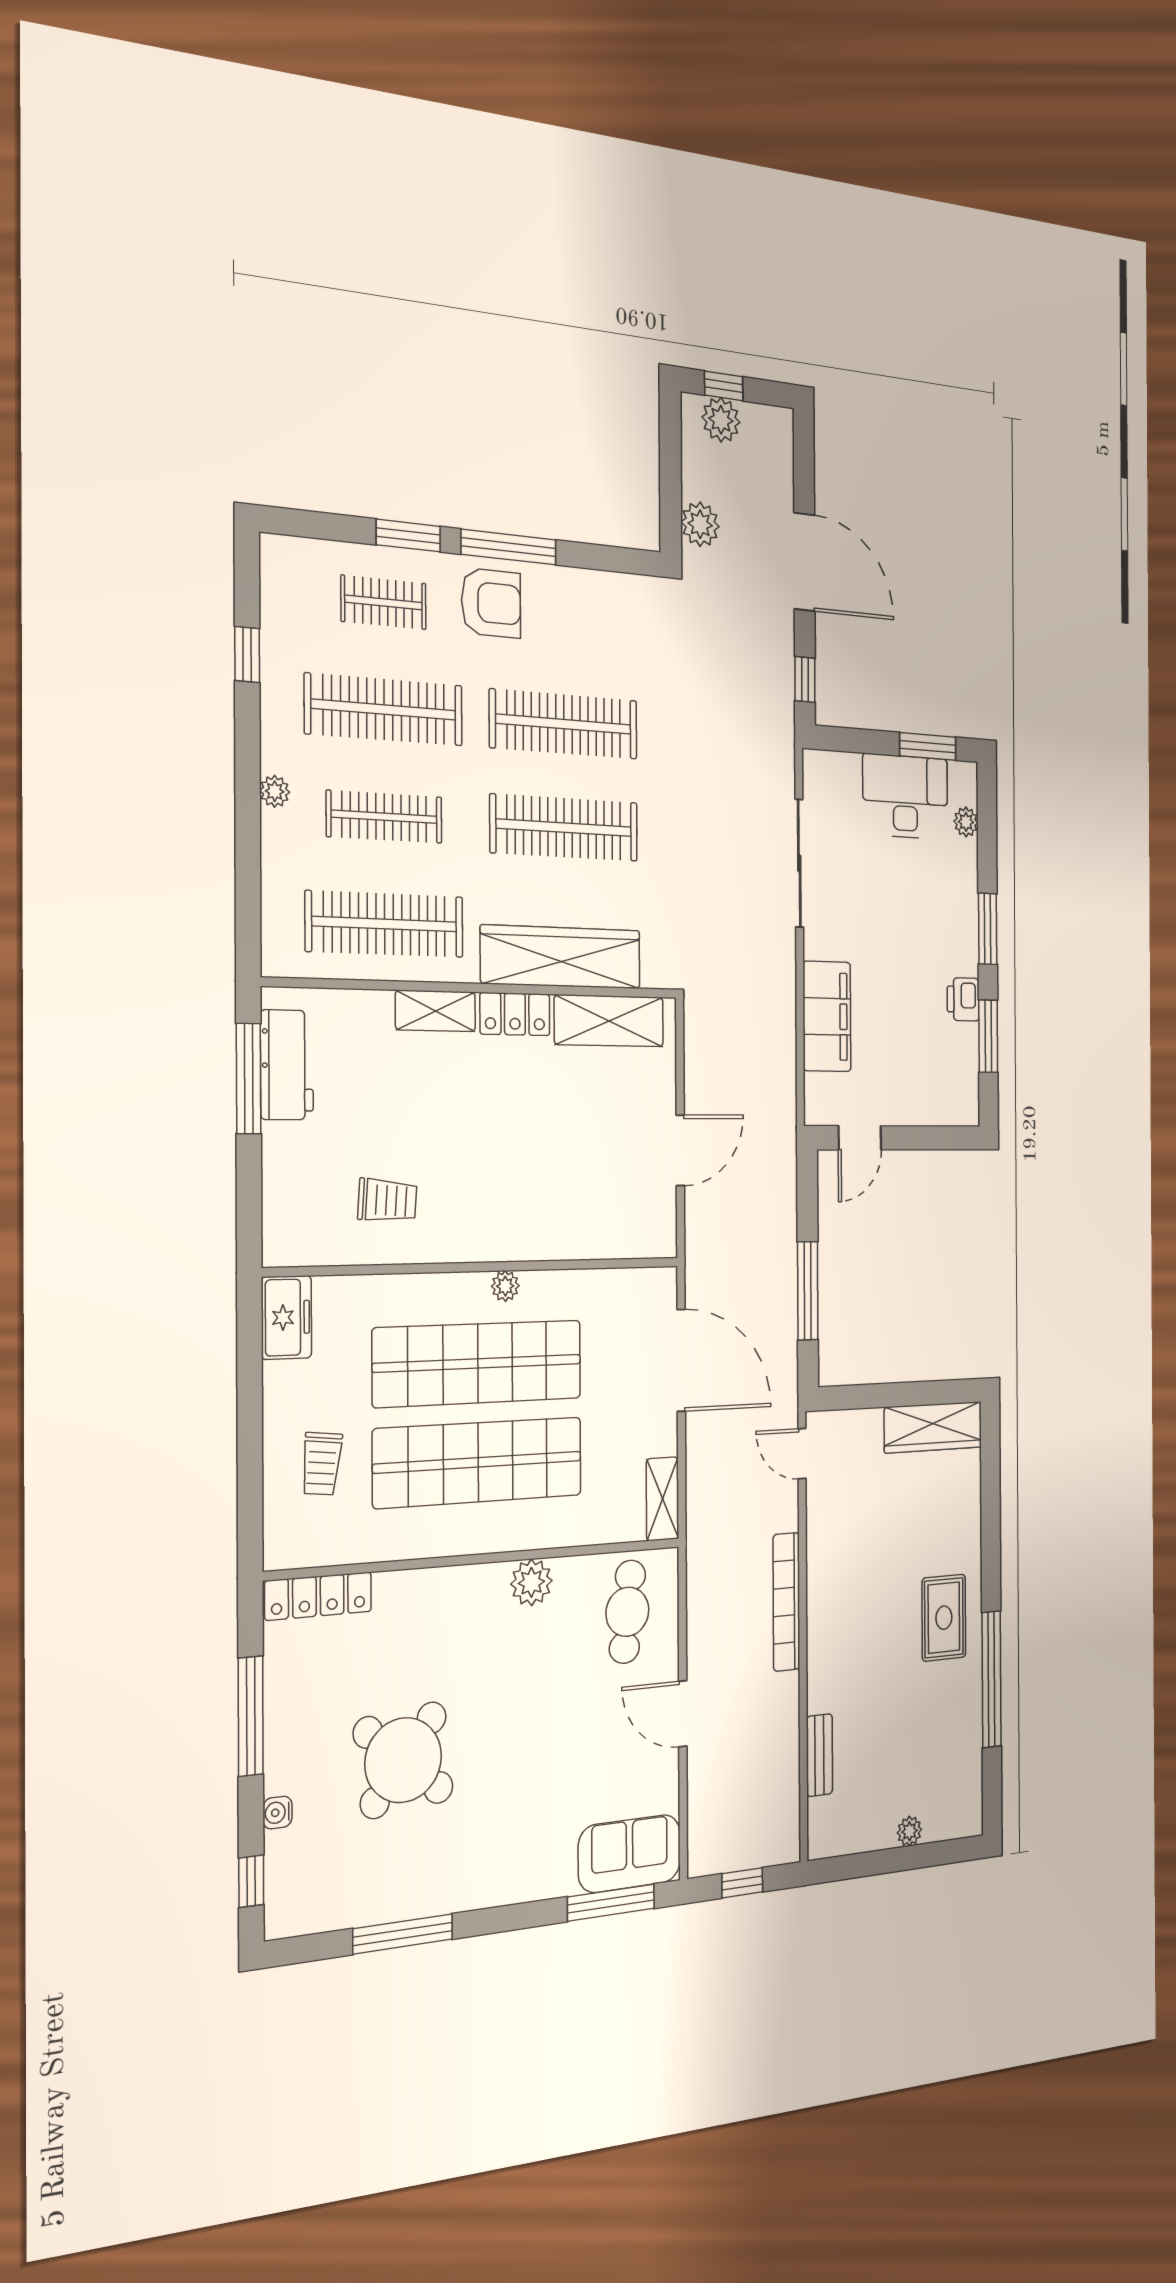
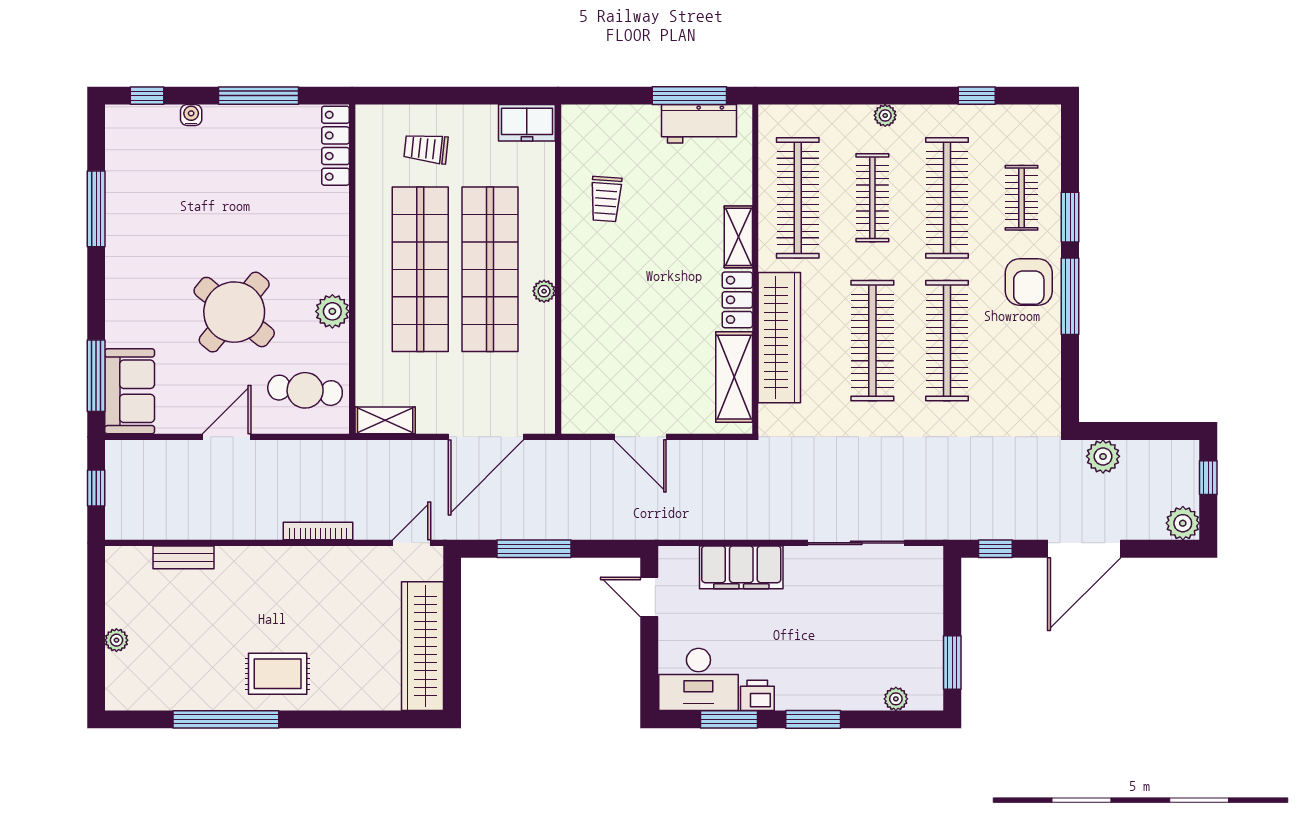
plant: (721, 420) -> (1183, 523), moved
desk: (905, 797) -> (698, 679), moved, turned 90
wardrobe: (933, 1427) -> (422, 646), width x1.40, depth x1.17
bookcase: (786, 1602) -> (318, 531), width x0.68, depth x0.76
round table: (403, 1760) -> (234, 312), moved

